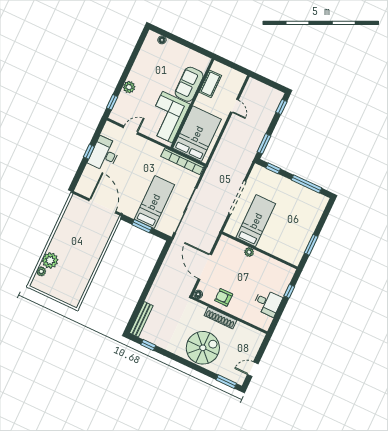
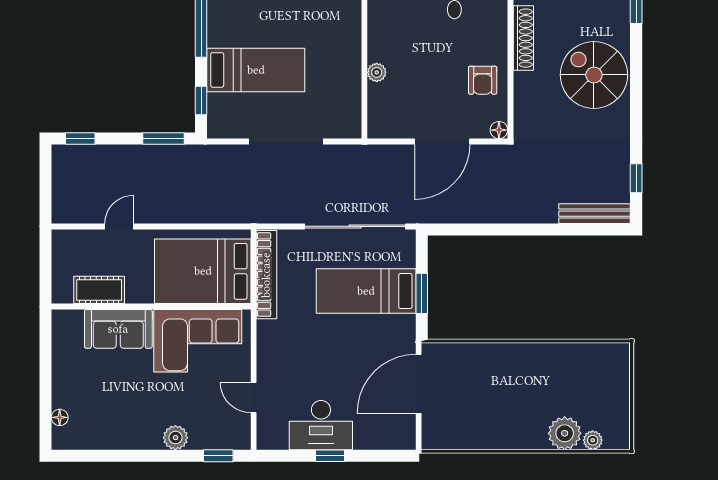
bed: (256, 221) -> (256, 70), moved, turned 180
shoe rack: (220, 318) -> (523, 38), moved

